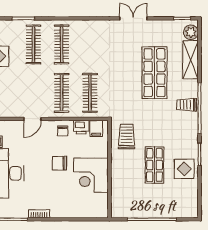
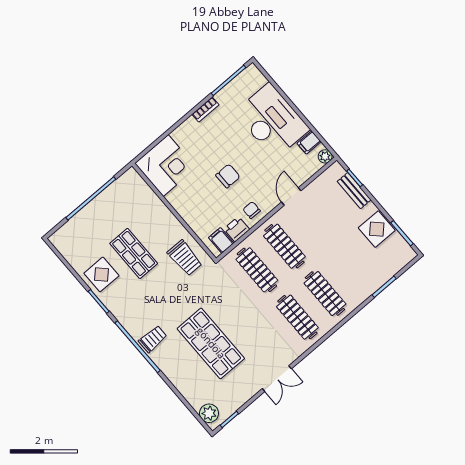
clothes rail: (33, 44) -> (297, 317), moved
shelving: (191, 60) -> (186, 386), removed
corner desk: (91, 175) -> (166, 166), moved, turned 90

